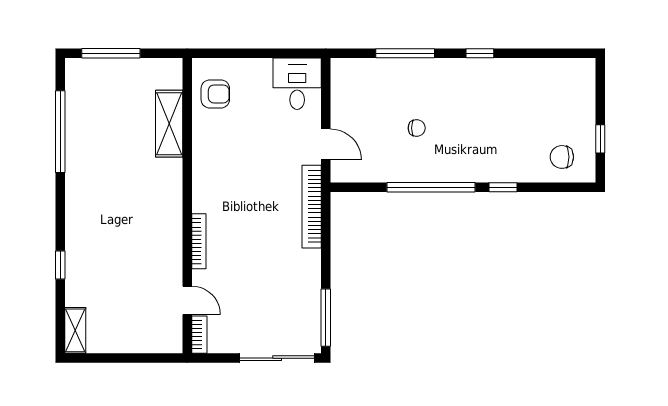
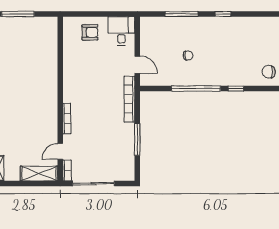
armchair: (215, 94) -> (90, 32), moved
shelving: (169, 124) -> (39, 174), moved, turned 90
door: (187, 300) -> (60, 151), swing flipped
window: (326, 318) -> (137, 140), moved
sliding door: (277, 358) -> (94, 184), moved

